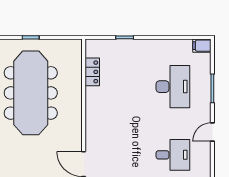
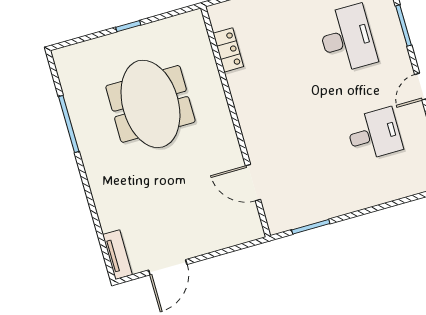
meeting table: (31, 93) -> (150, 104), width x0.73

